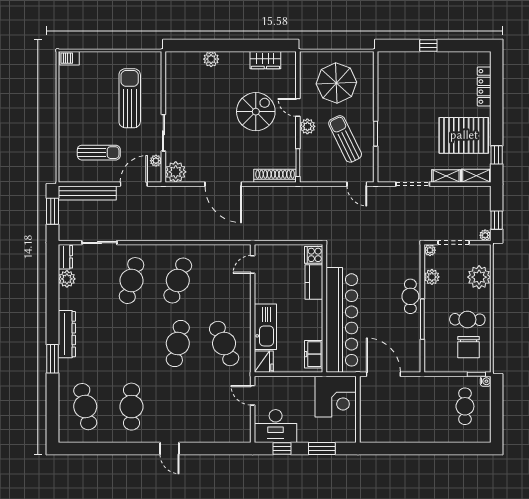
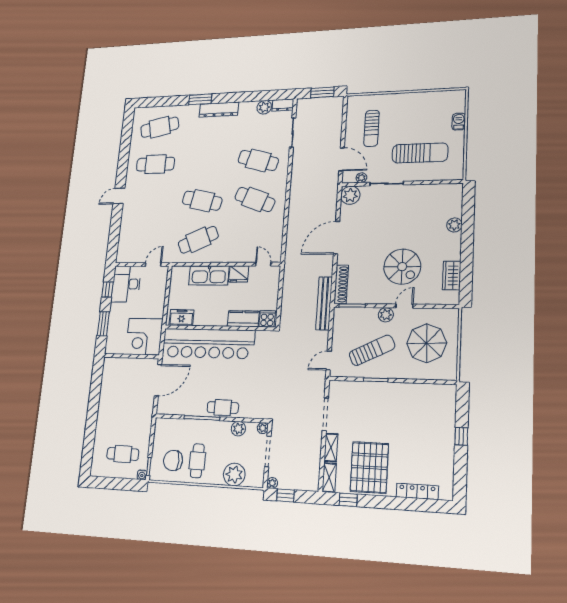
barbecue: (70, 58) -> (459, 122), moved
bench: (87, 193) -> (324, 303), moved
fridge: (264, 362) -> (239, 274), moved

